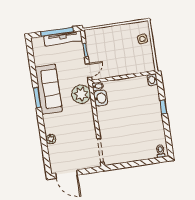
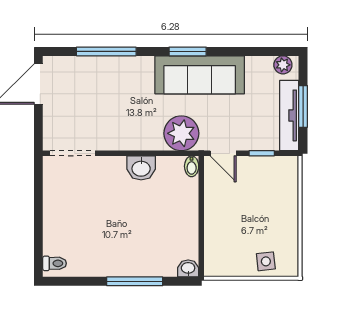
window: (57, 32) -> (303, 106), width x0.69
washbasin: (101, 98) -> (141, 168), moved
window: (164, 107) -> (135, 281), width x2.17
plant: (51, 139) -> (283, 65), moved
window: (44, 141) -> (106, 51), added

